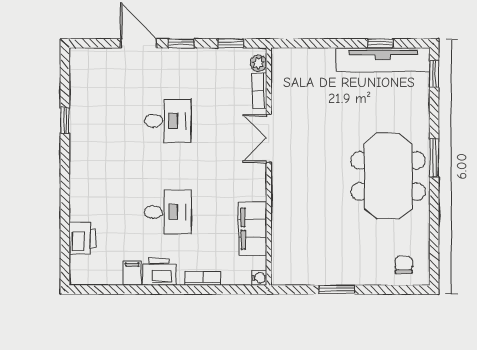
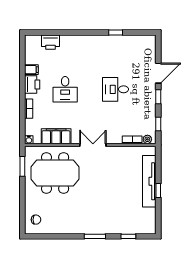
window: (380, 43) -> (158, 191), moved
tv unit: (383, 60) -> (149, 181), moved
window: (434, 74) -> (128, 236), moved
desk: (168, 121) -> (116, 89), turned 90
double door: (269, 138) -> (93, 145), moved
meeting table: (388, 176) -> (55, 173), moved
window: (337, 290) -> (22, 166), moved

